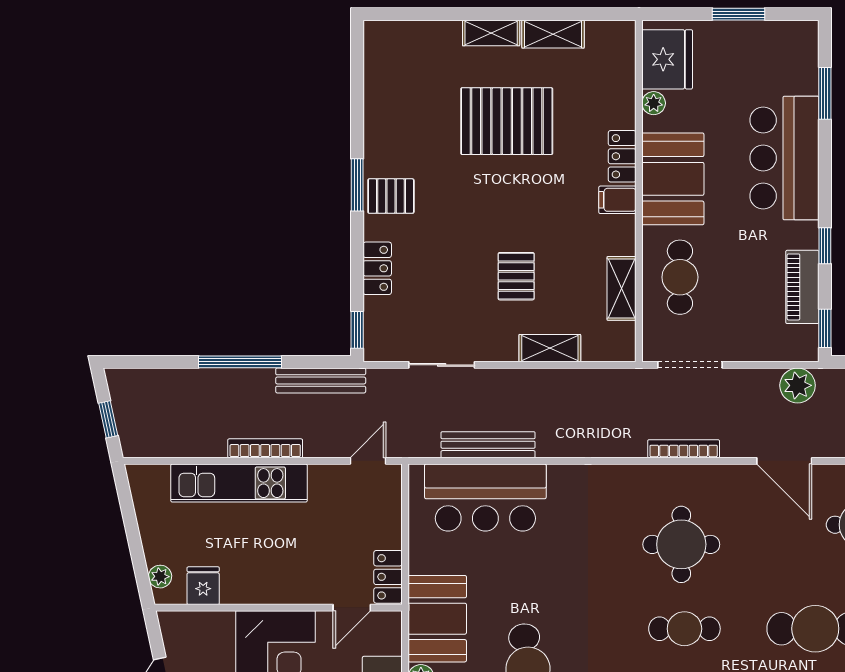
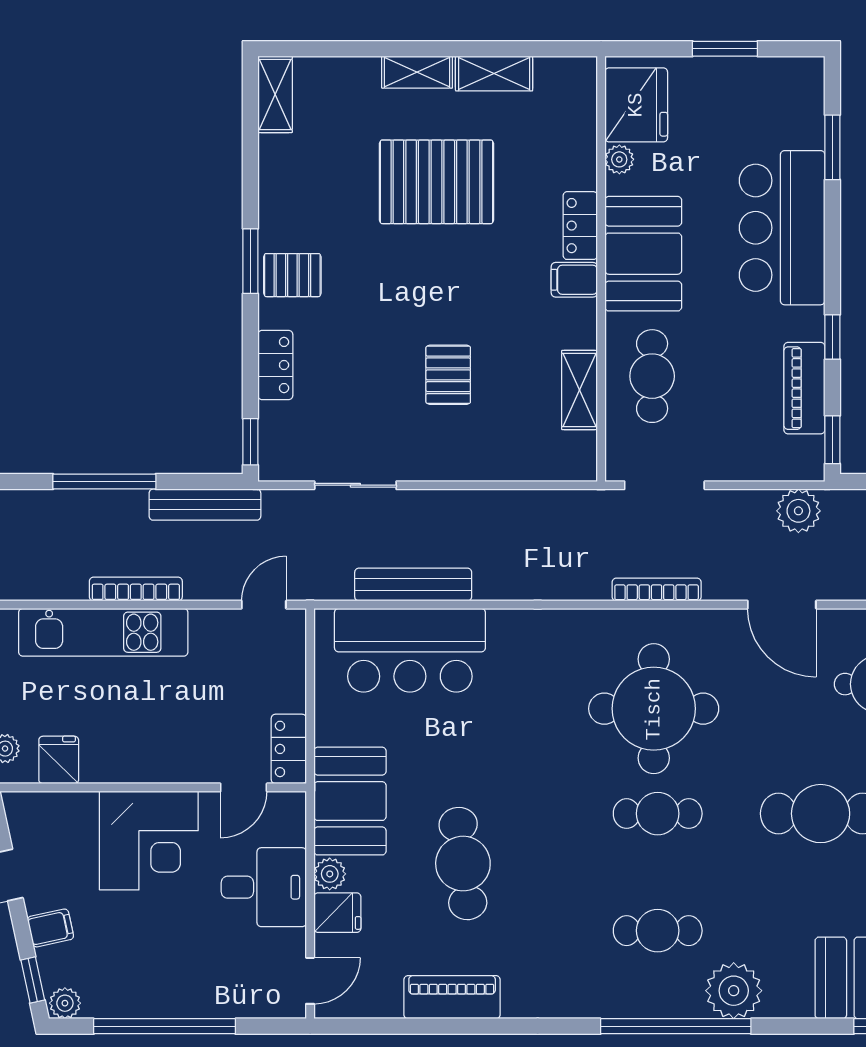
shelving: (550, 348) -> (275, 94), moved, turned 90
round table: (681, 544) -> (654, 709), width x1.36, depth x1.36

